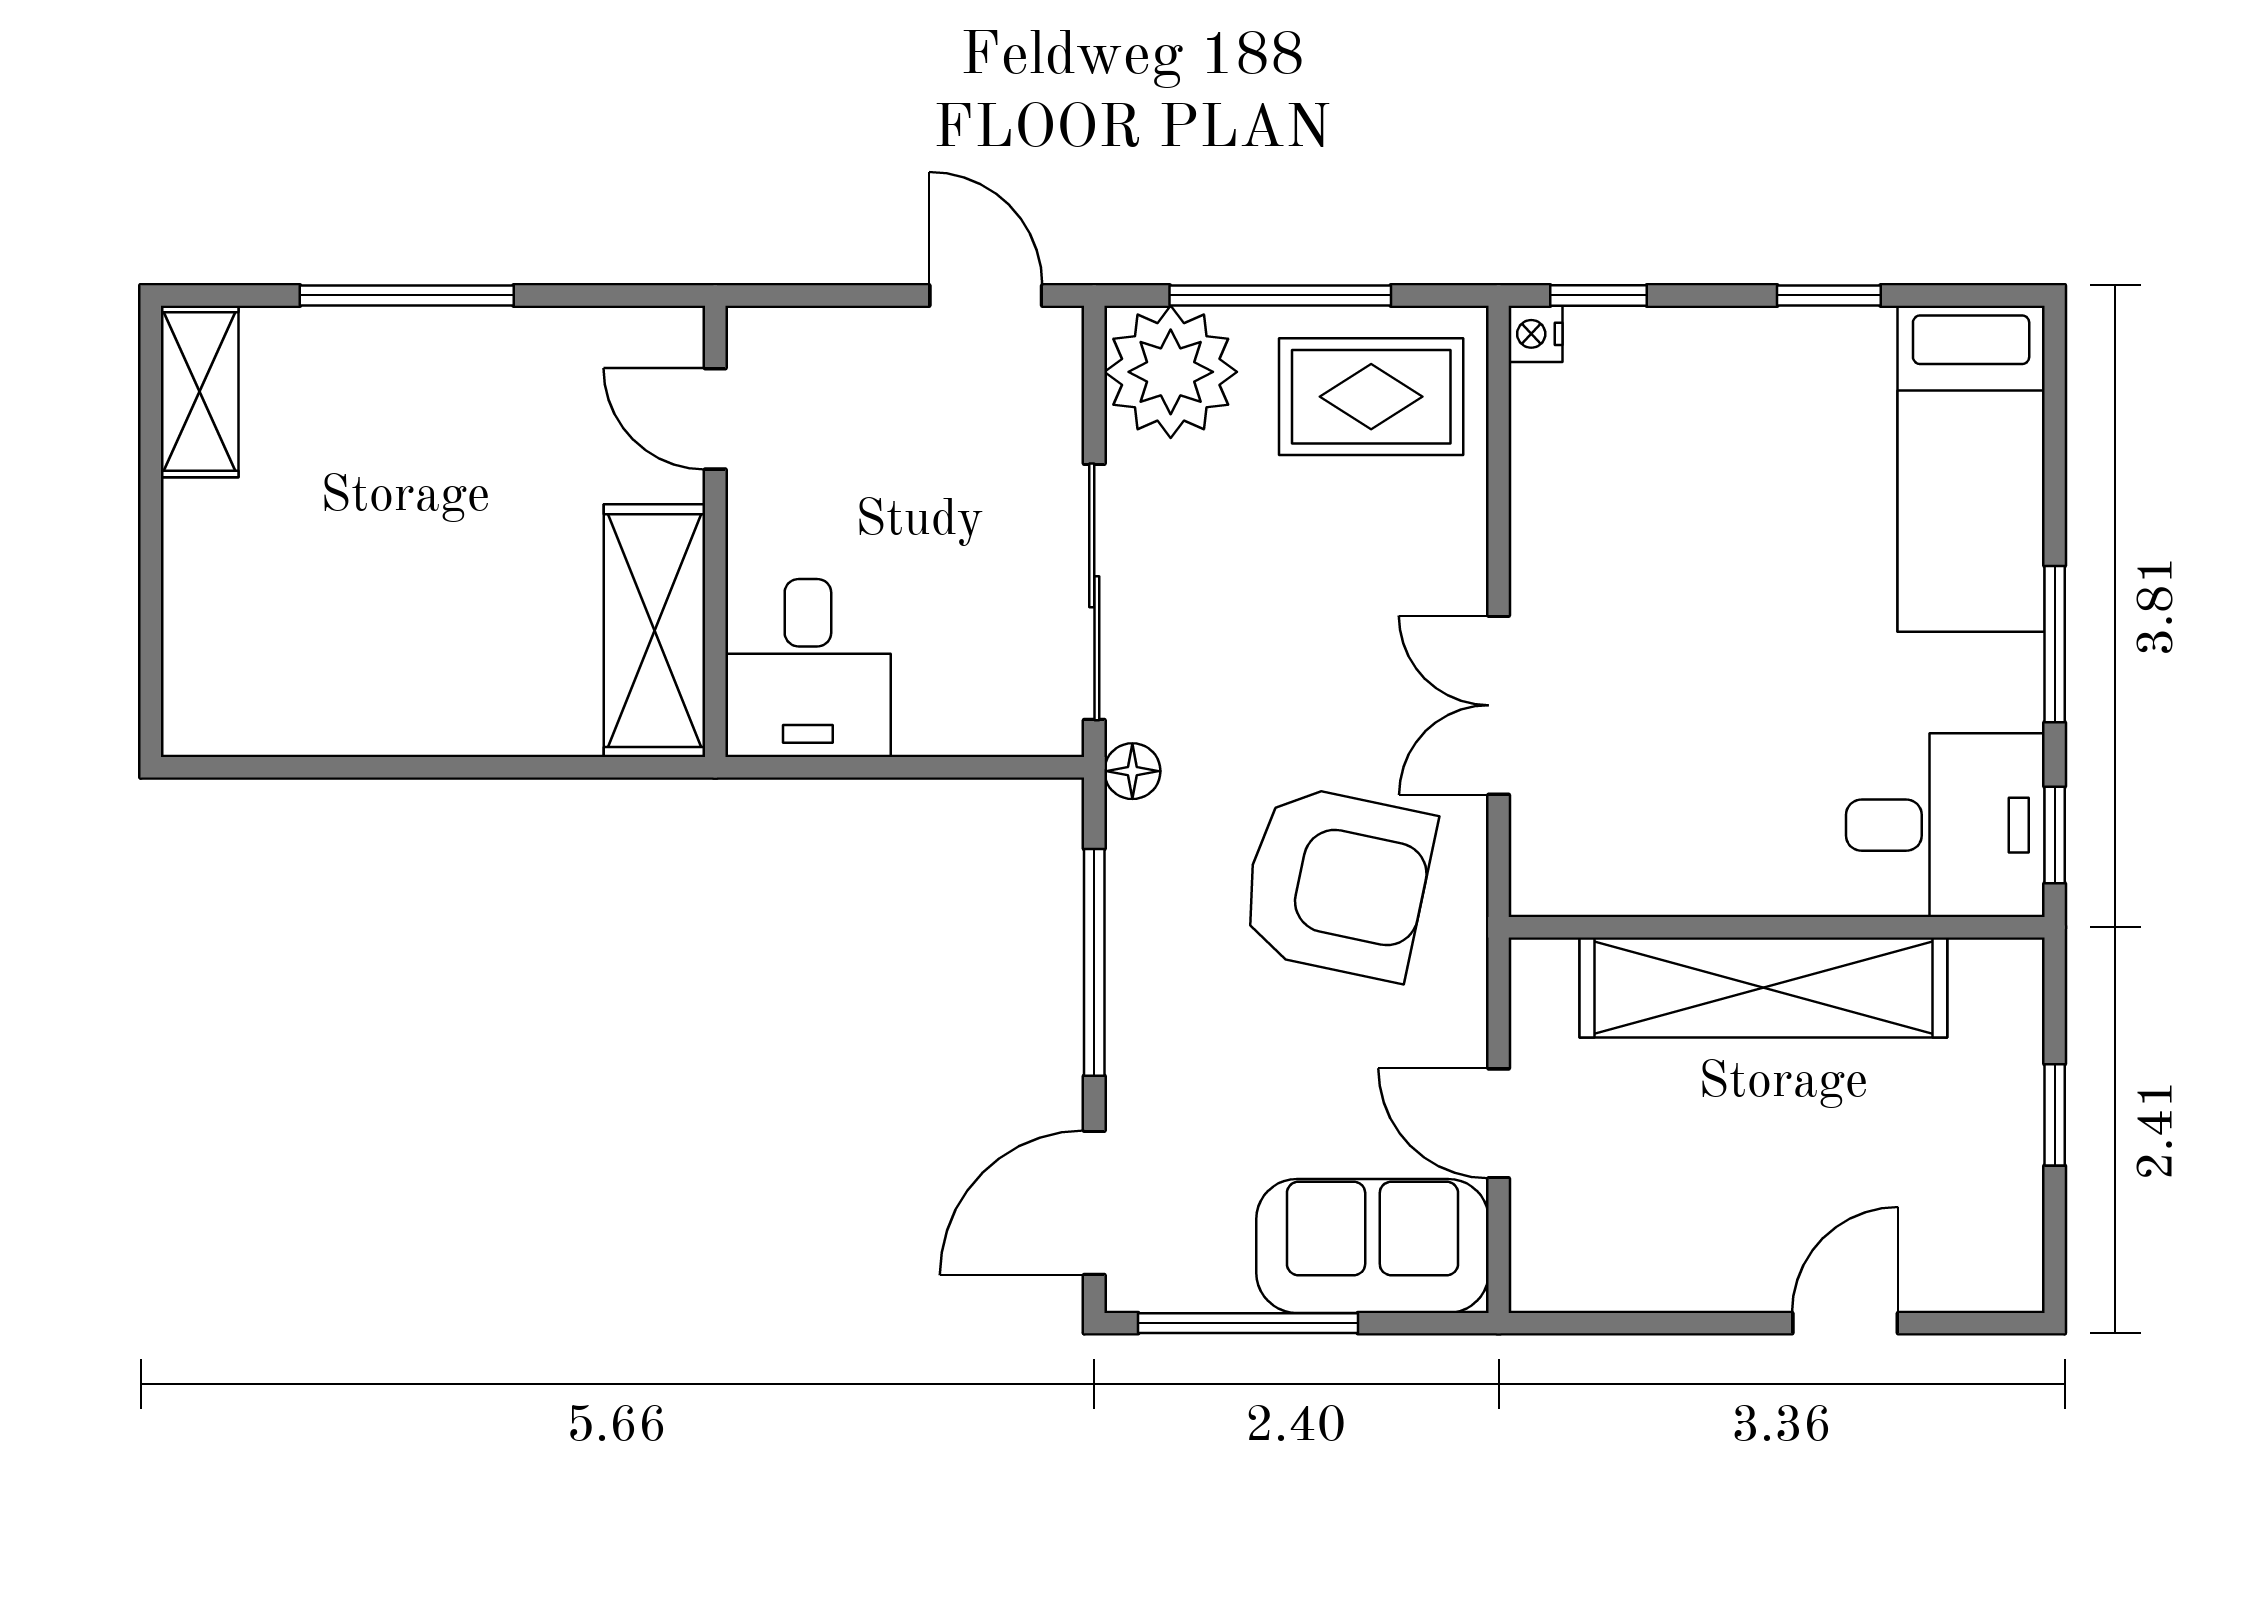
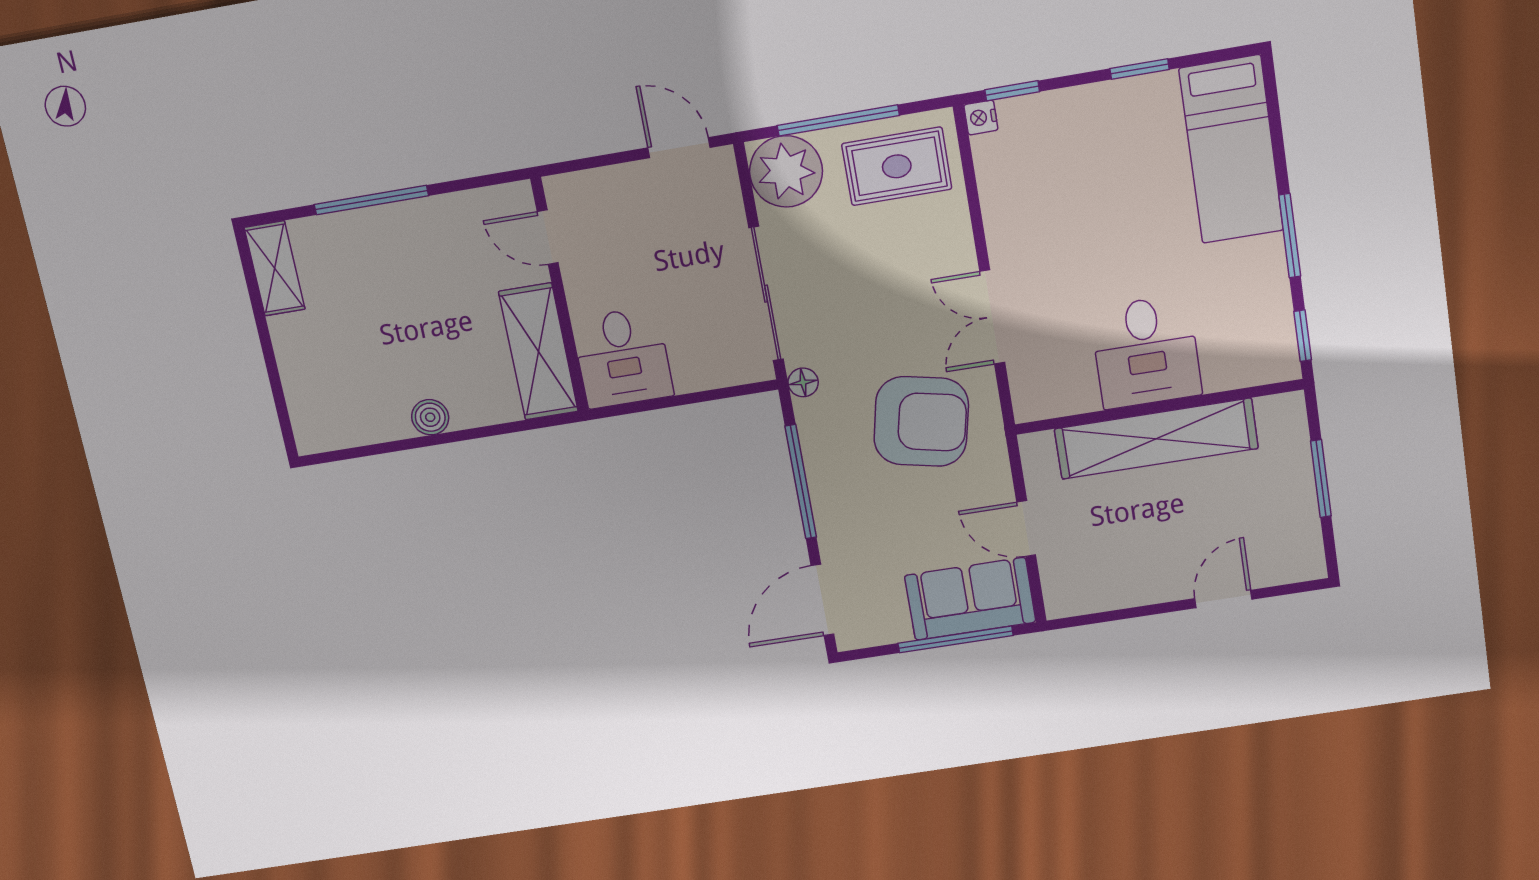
boiler: (426, 722) -> (430, 417), added
desk: (1945, 825) -> (1146, 352), moved, turned 90
window: (2055, 1115) -> (1321, 479), width x1.50
window: (1248, 1323) -> (955, 639), moved

